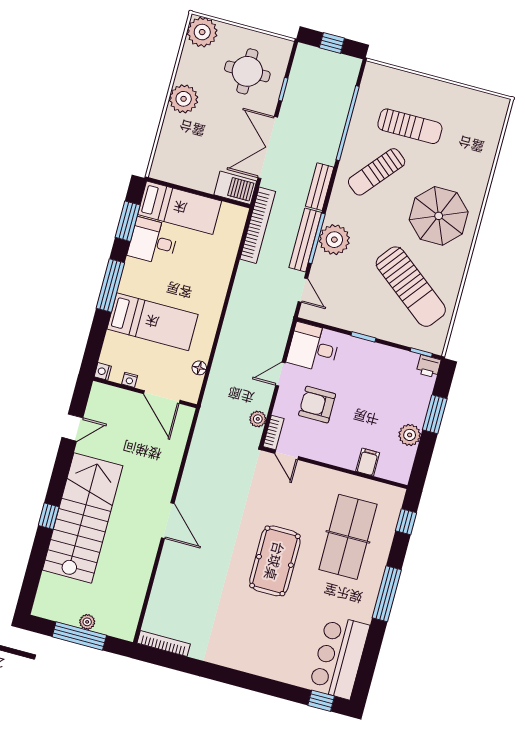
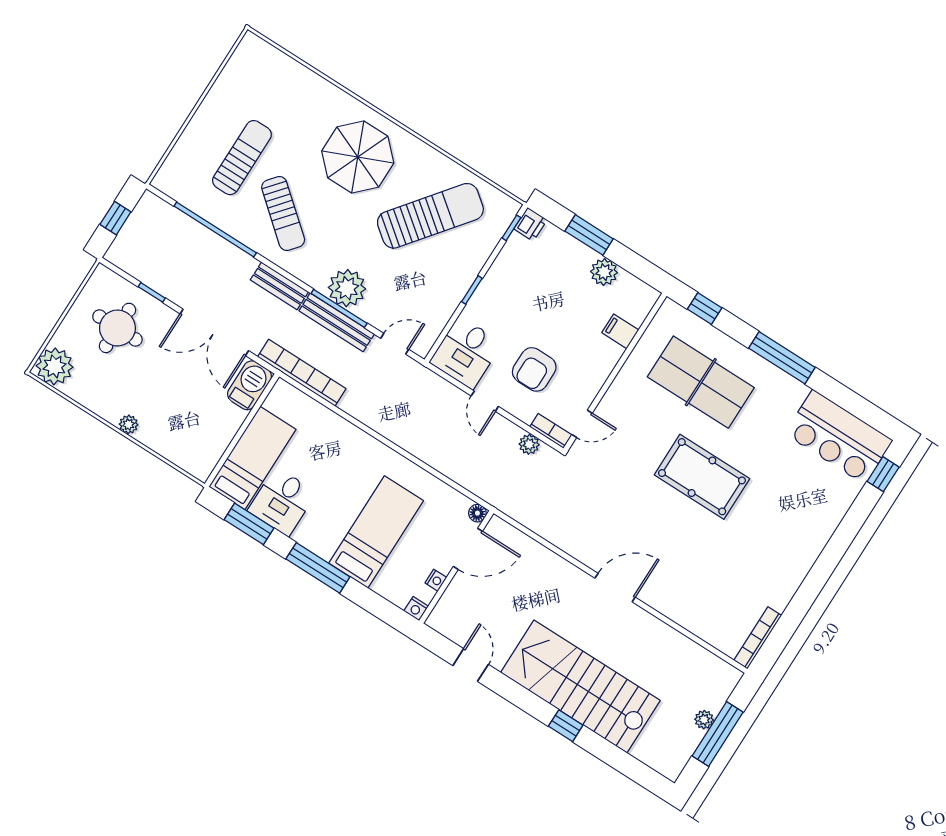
plant: (184, 99) -> (129, 424), width x0.53, depth x0.53
floor lamp: (199, 368) -> (477, 513), moved

